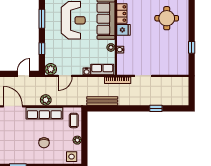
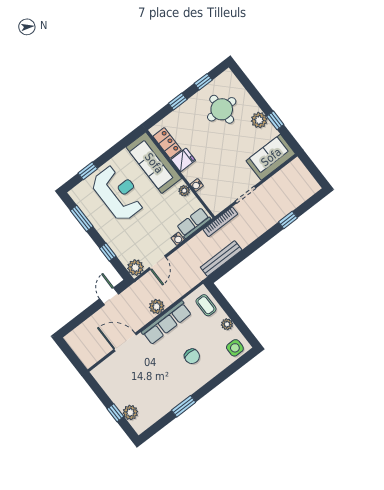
plant: (183, 40) -> (259, 120), added
sofa: (173, 66) -> (271, 157), added

